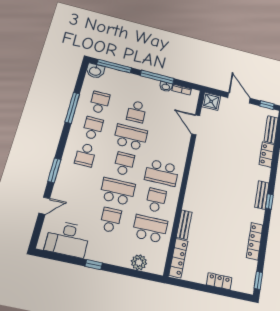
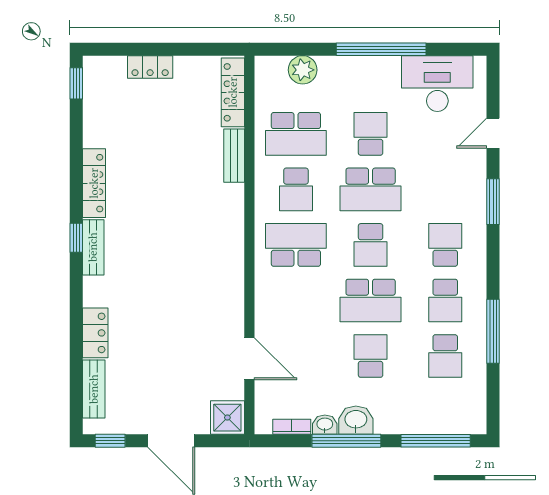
washbasin: (95, 71) -> (356, 420), moved
school desk: (110, 220) -> (371, 134), turned 180
locker: (255, 241) -> (94, 183), moved
window: (94, 265) -> (381, 49), width x3.17

